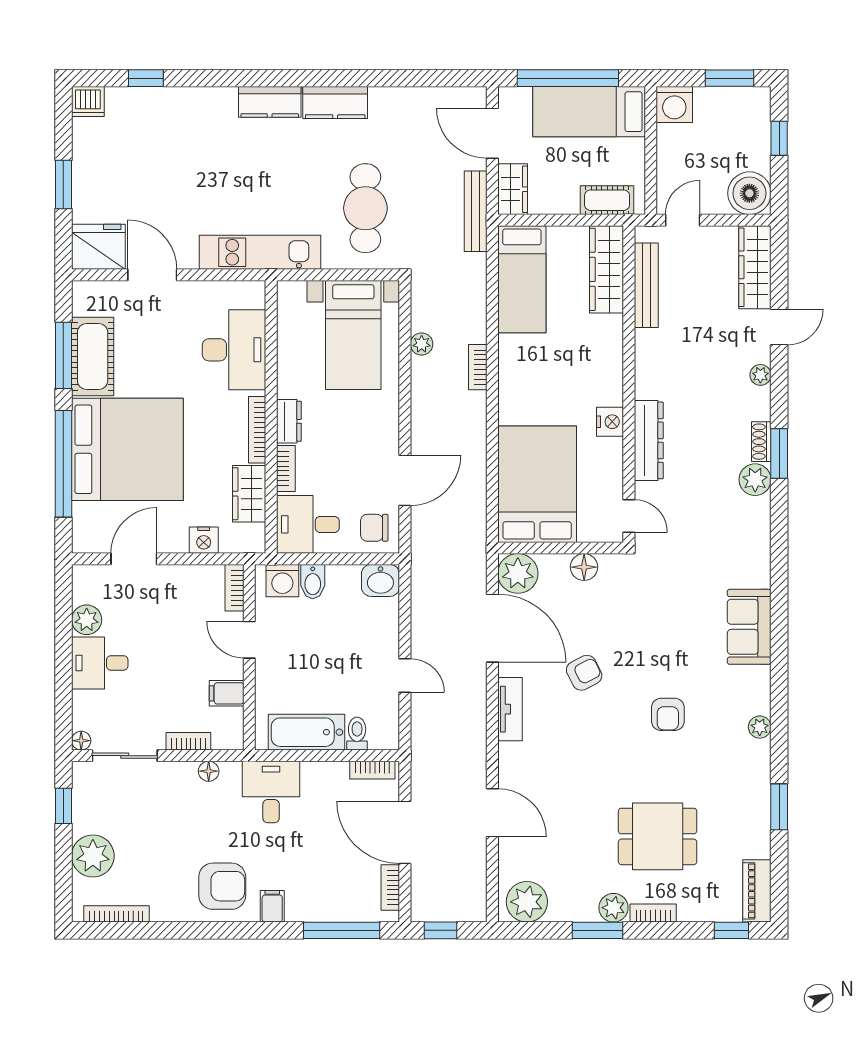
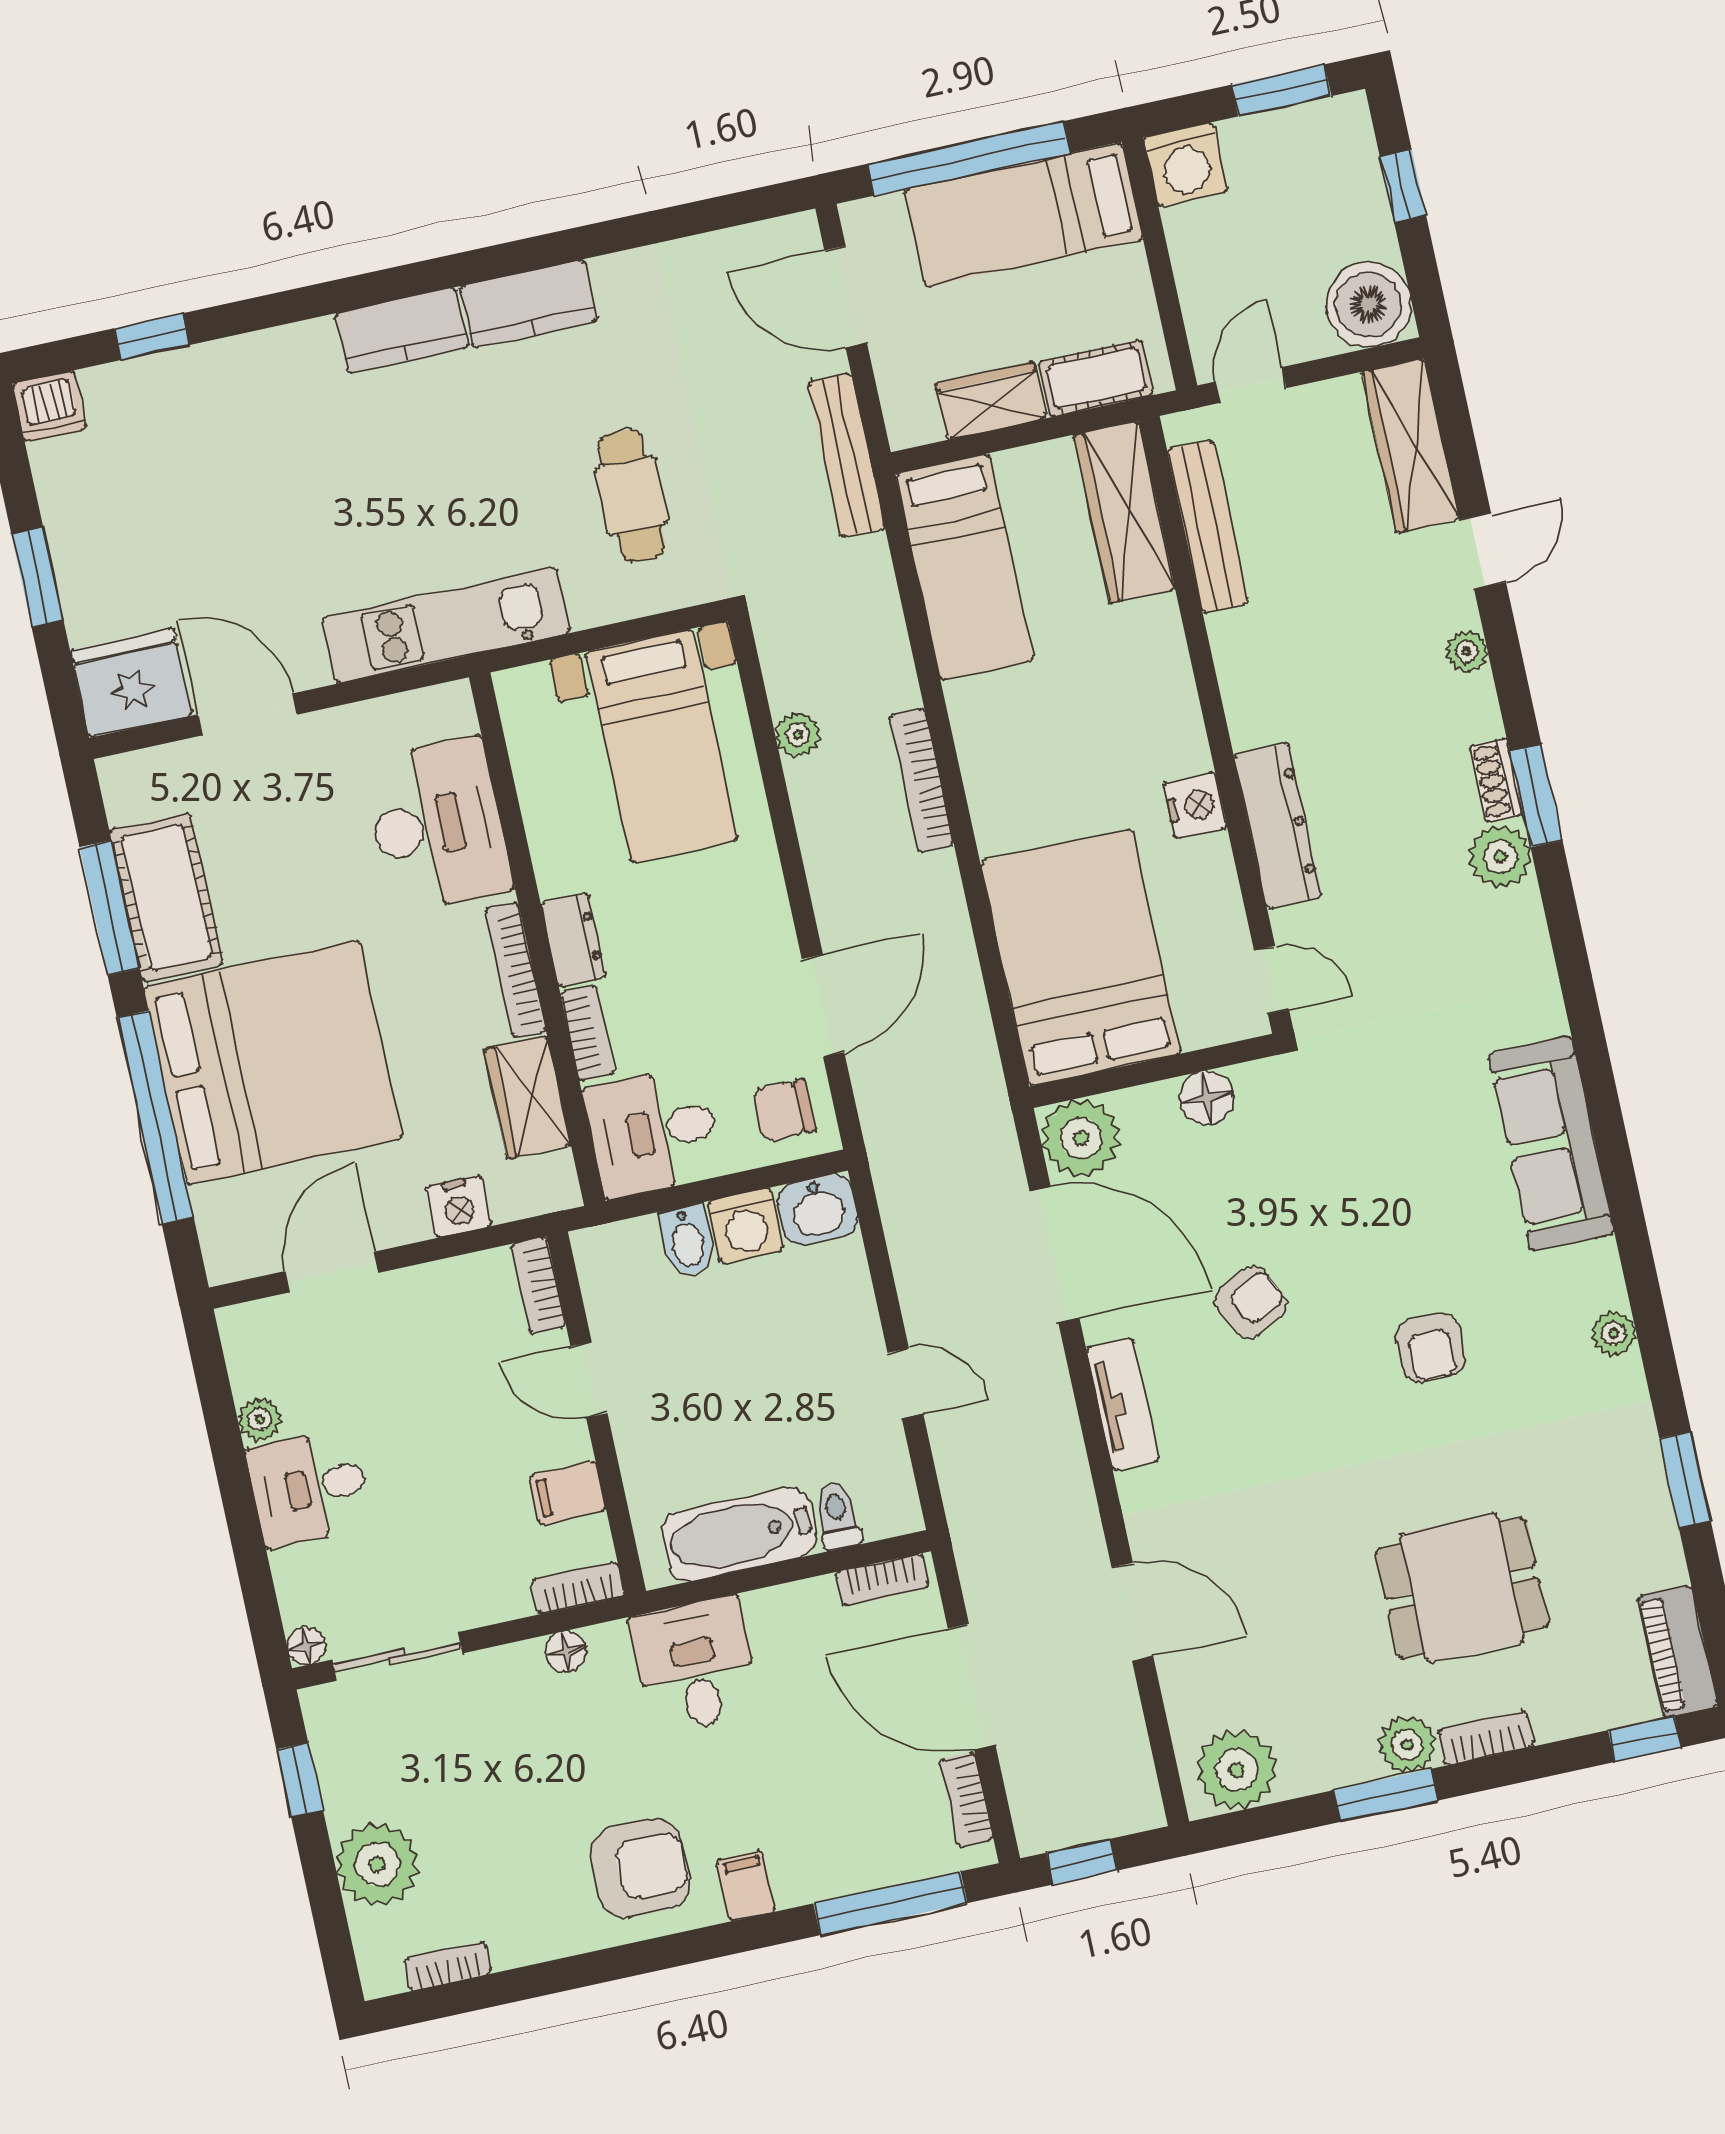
wardrobe: (513, 189) -> (991, 401), moved, turned -90
cafe table: (365, 208) -> (632, 496), width x0.73, depth x0.74
bookcase: (478, 367) -> (922, 780), width x1.56
washing machine: (282, 581) -> (746, 1226), moved
plant: (87, 620) -> (260, 1419), width x0.73, depth x0.73
sofa: (749, 627) -> (1551, 1144), width x1.36
bookcase: (188, 741) -> (578, 1588), moved
bookcase: (116, 914) -> (448, 1966), width x0.64

